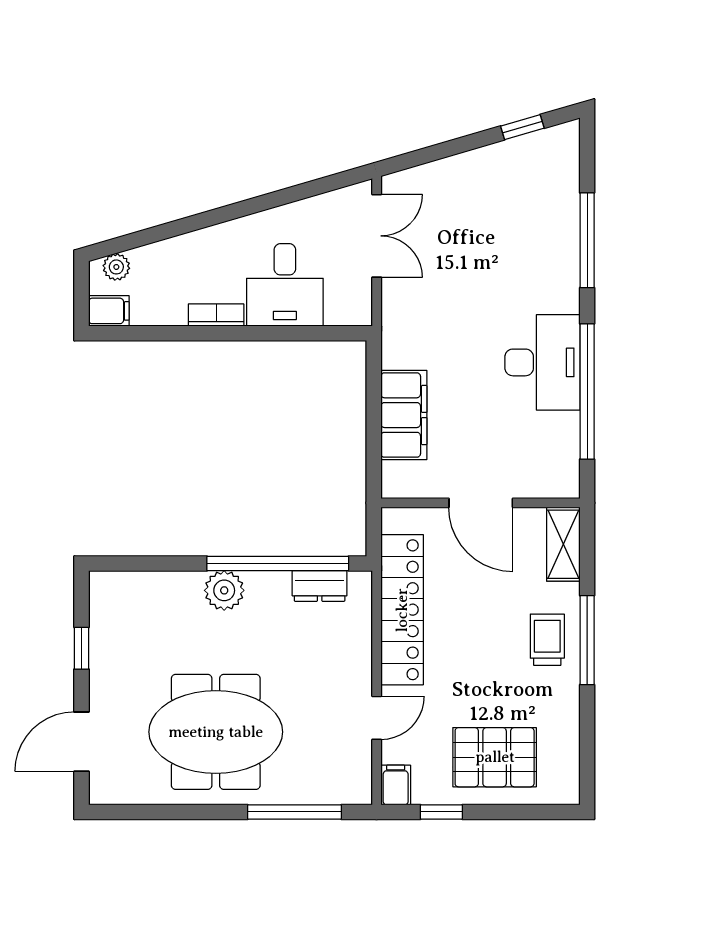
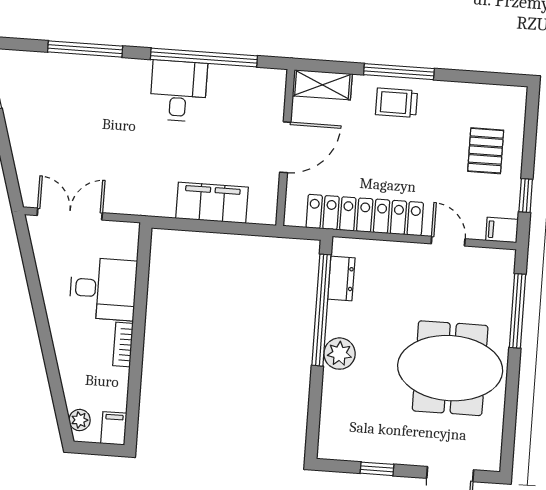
desk: (542, 362) -> (178, 91), width x0.73
meeting table: (216, 732) -> (450, 368), turned 90
pallet: (495, 757) -> (486, 151), width x0.67, depth x0.71

